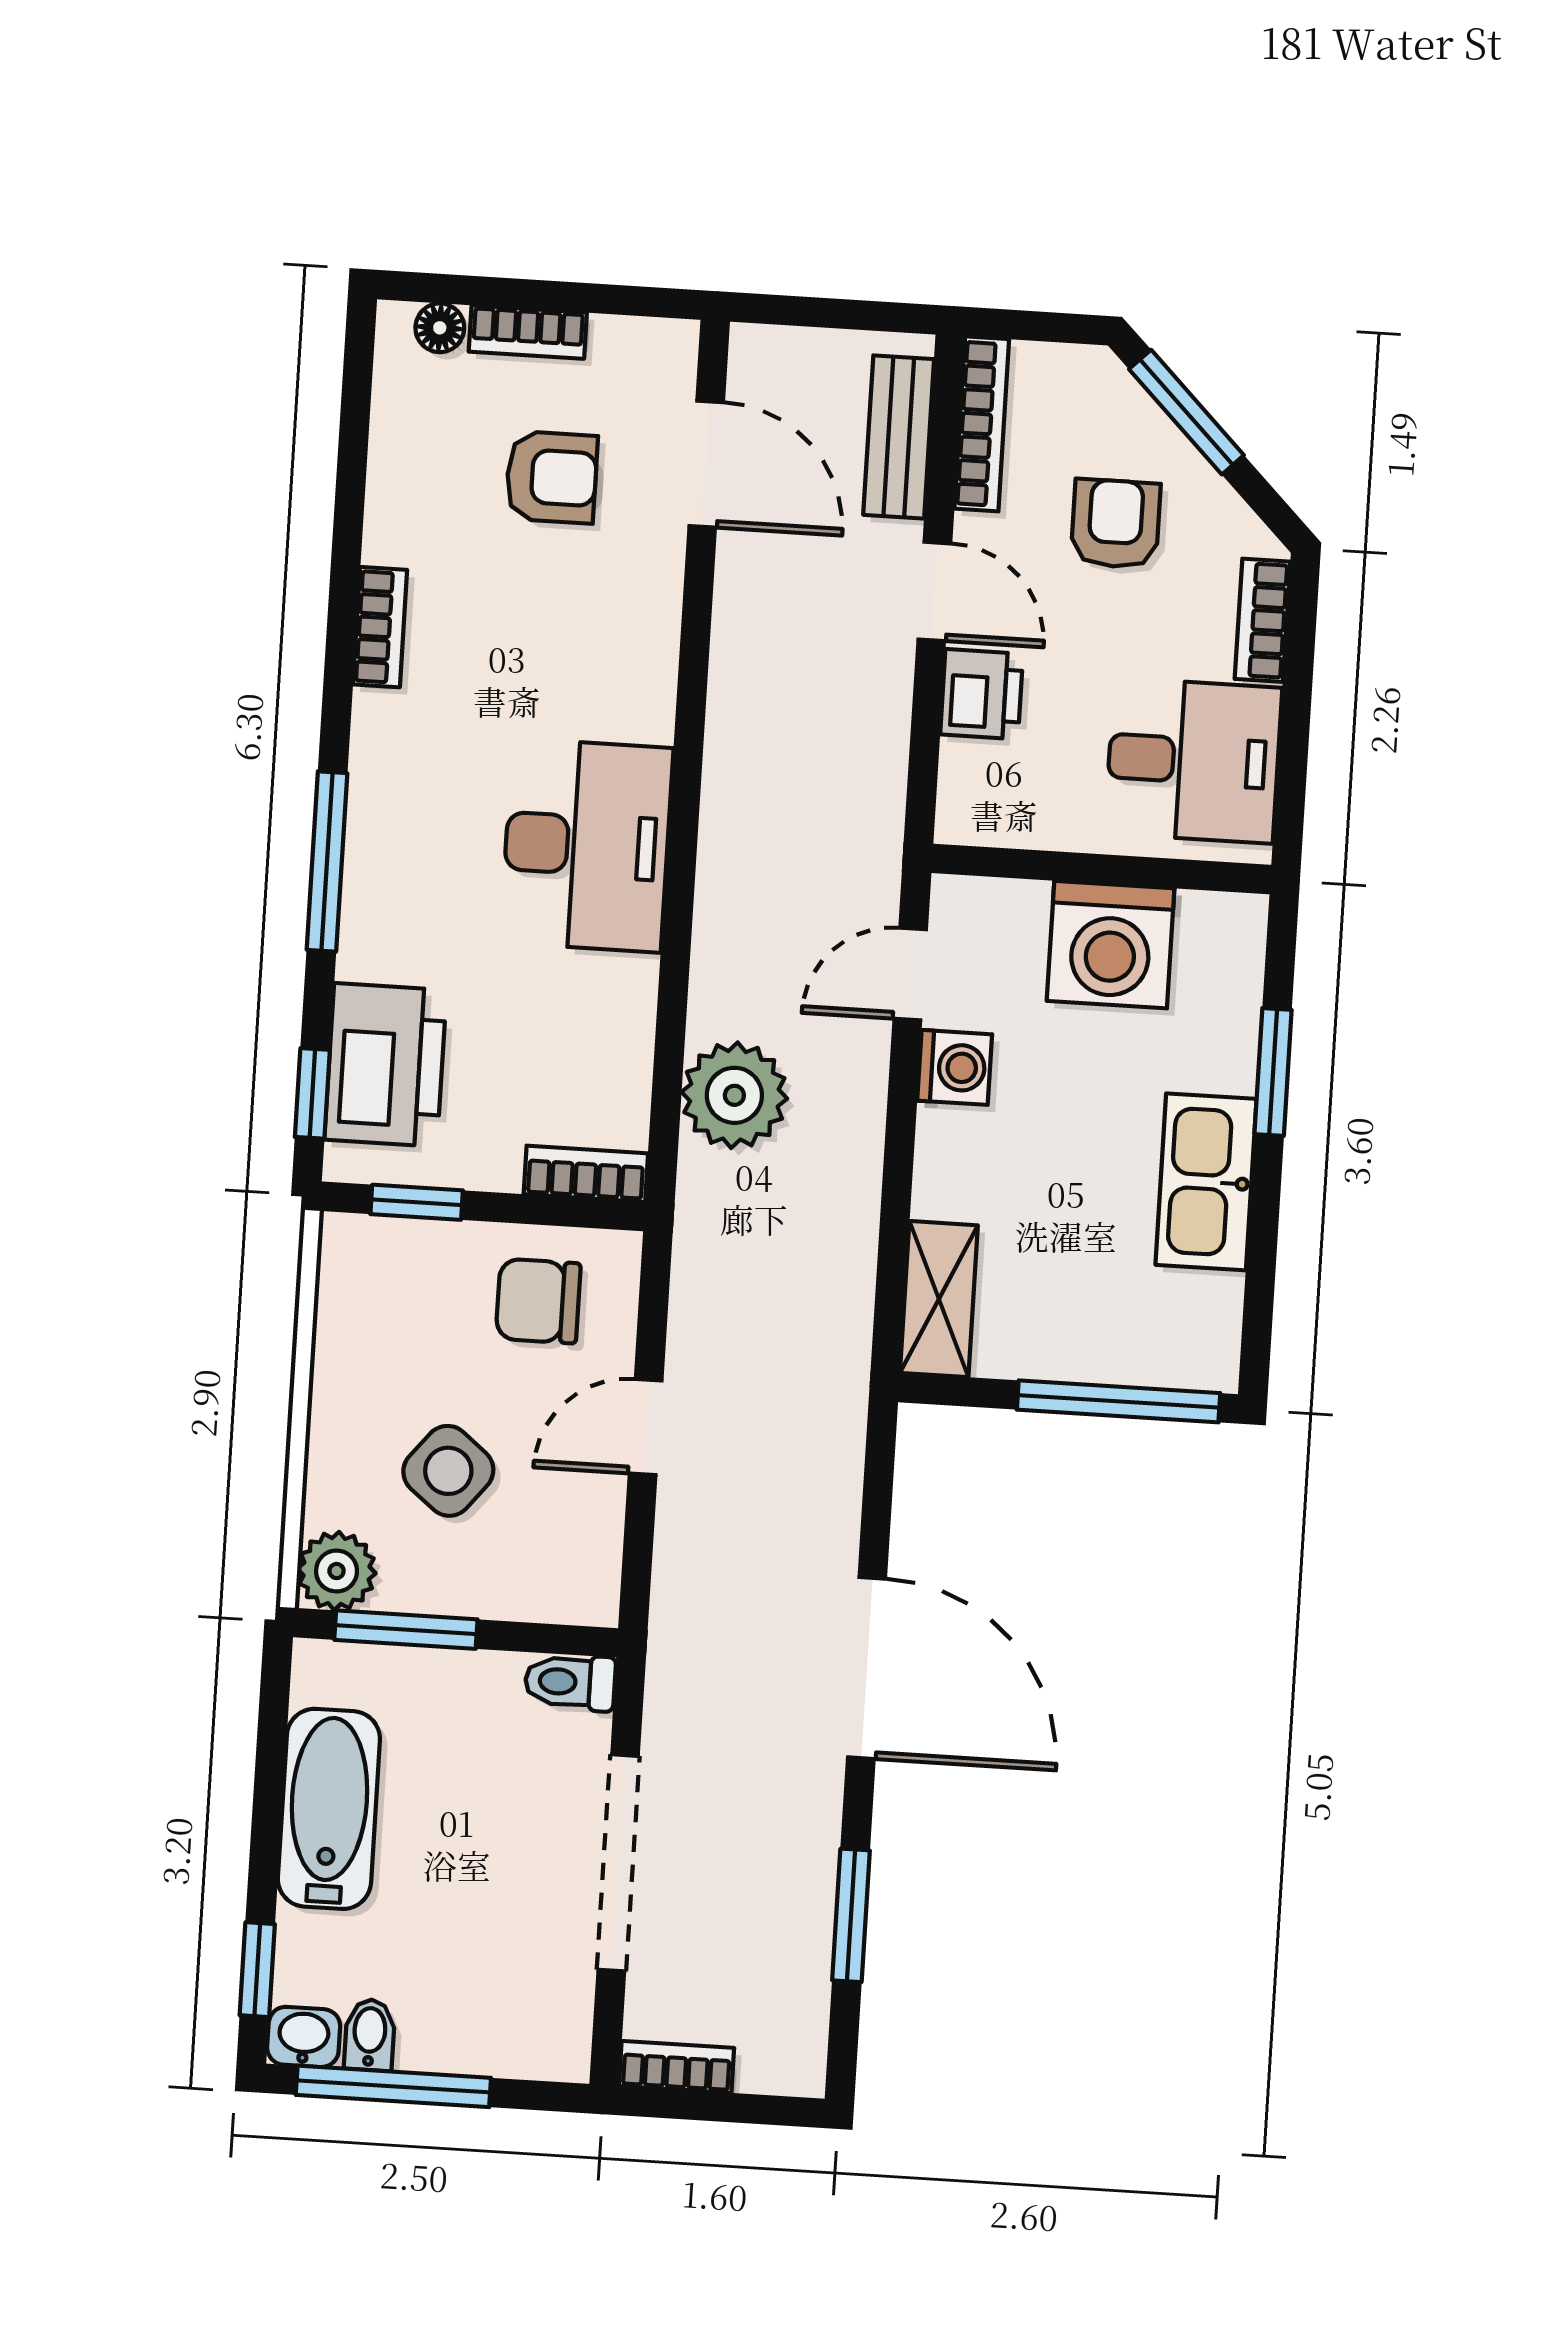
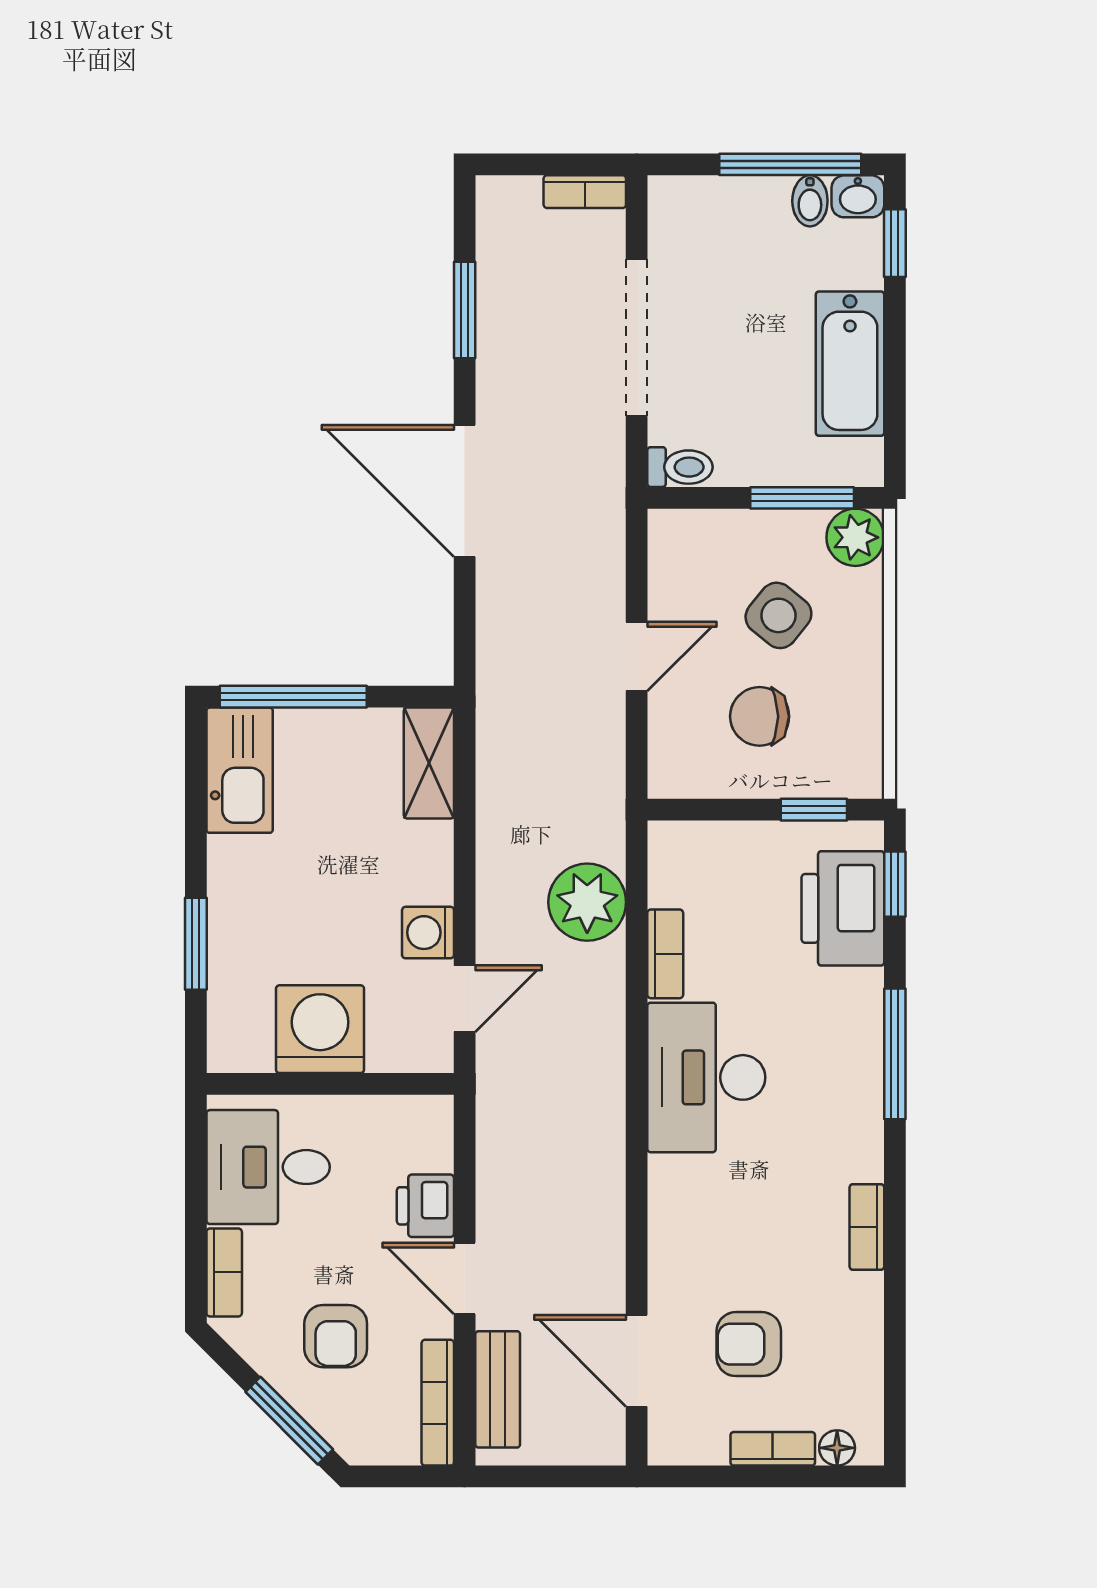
bookcase: (586, 1174) -> (665, 954), moved, turned -90
kitchen sink: (1206, 1182) -> (240, 770), moved
chair: (538, 1301) -> (760, 716), moved, turned 180

